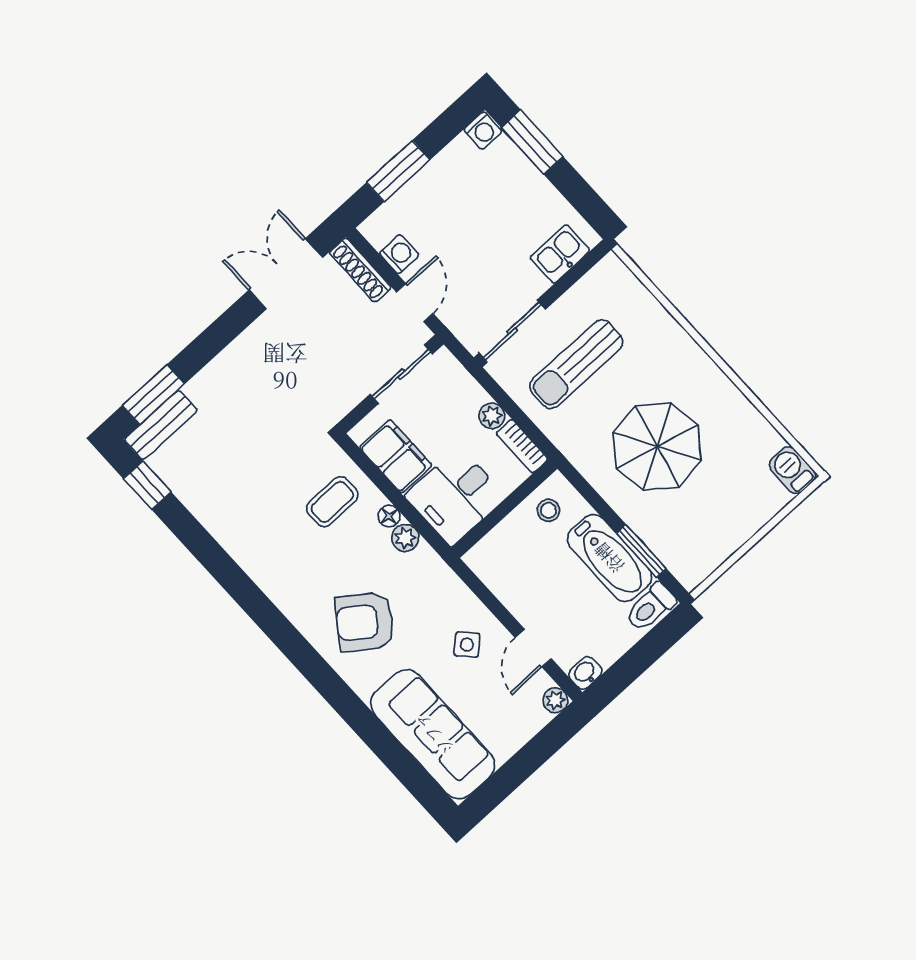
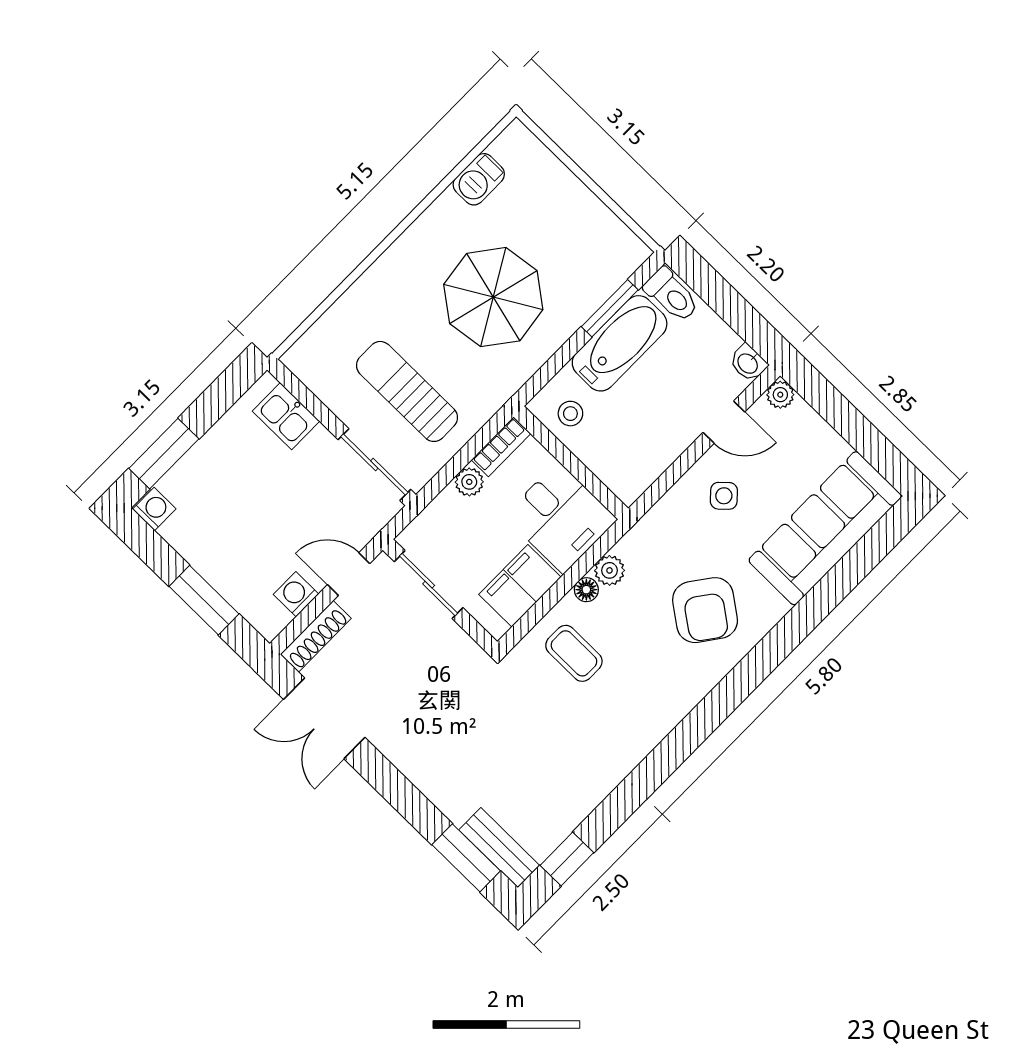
sun lounger: (576, 364) -> (407, 391), turned 180
barbecue: (792, 470) -> (479, 179), moved

